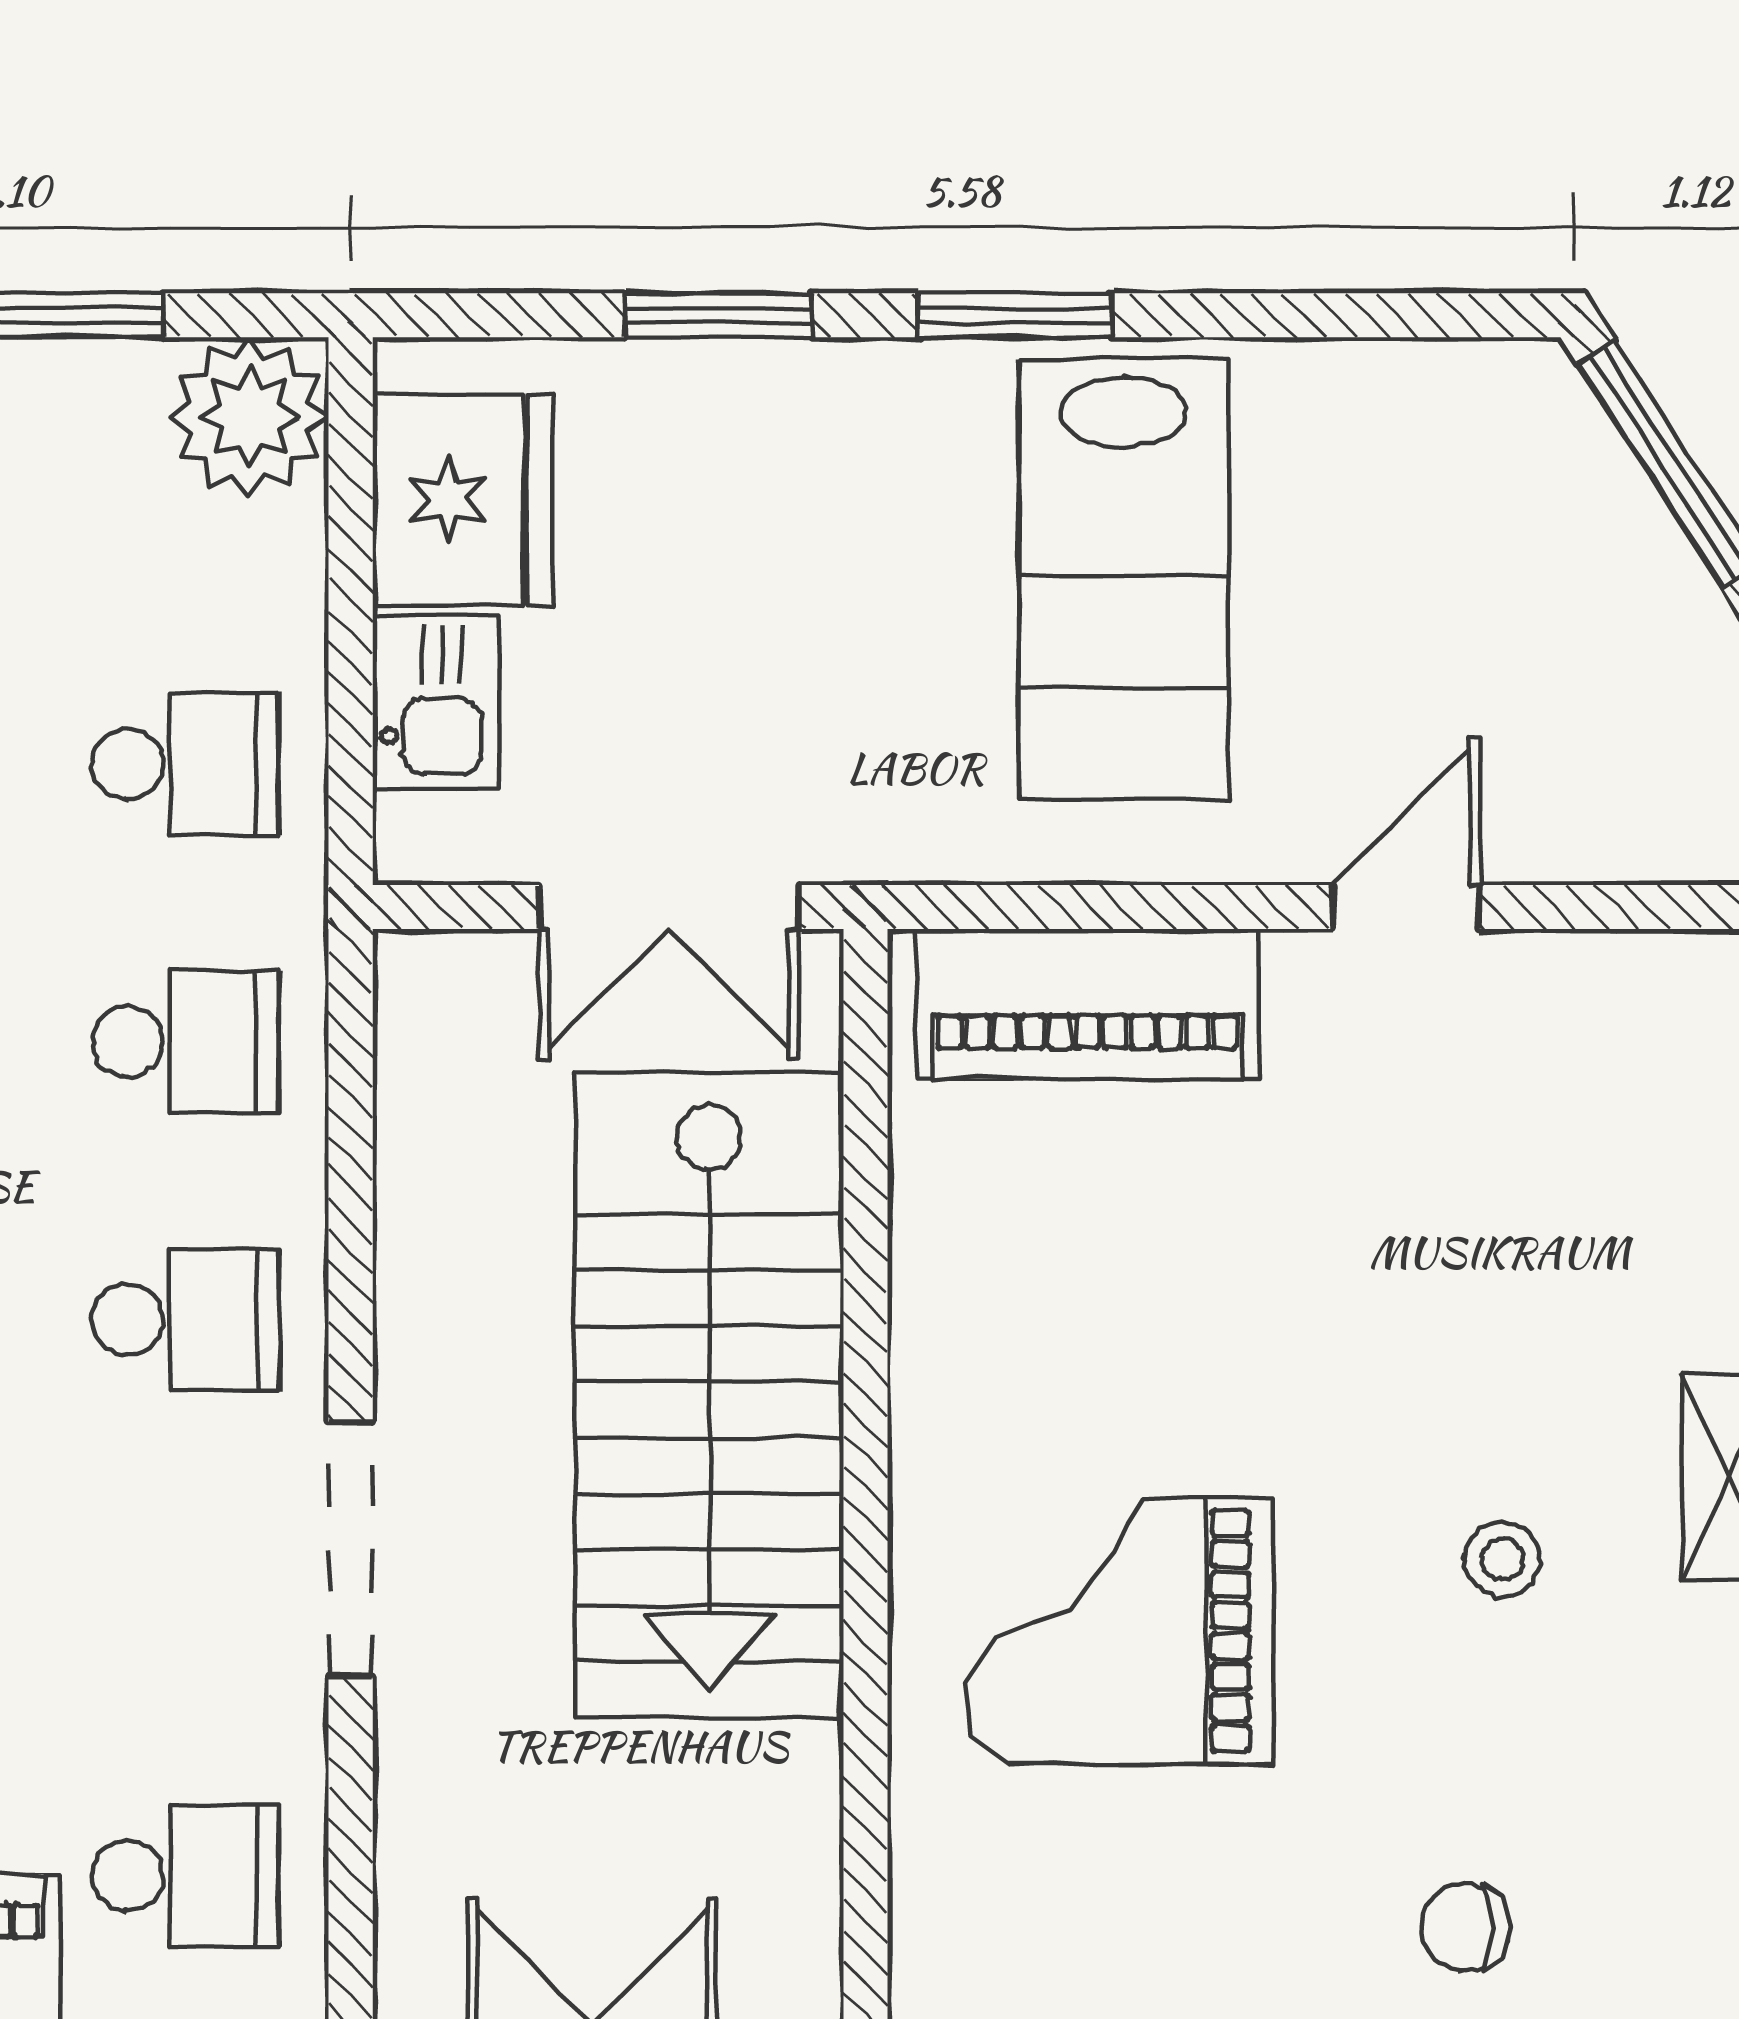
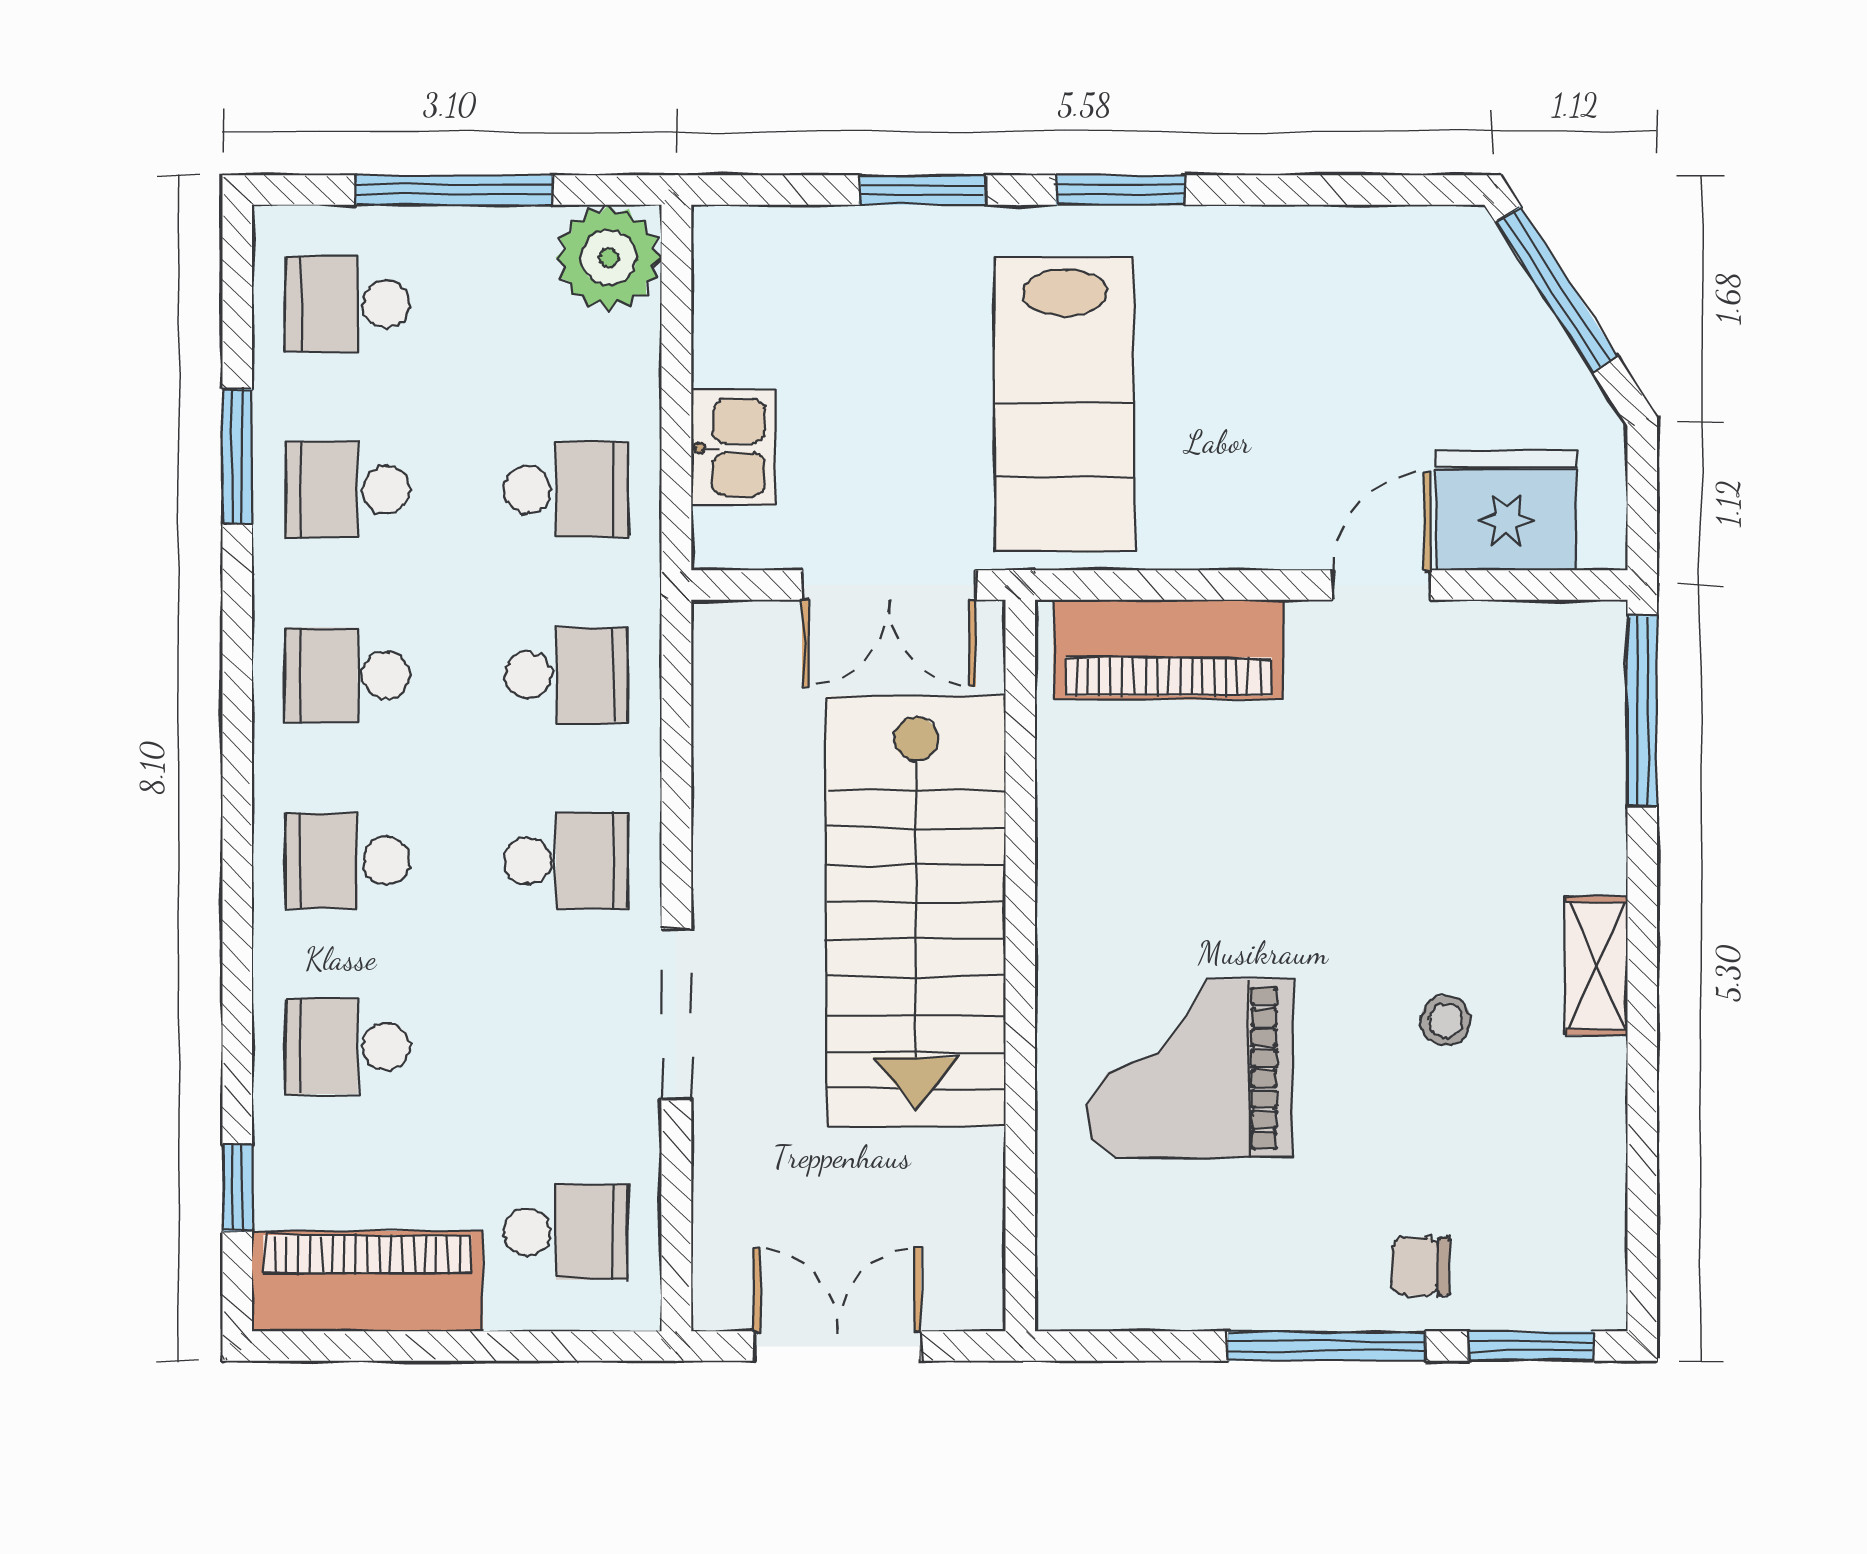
fridge: (462, 500) -> (1506, 511), moved, turned -90
lab bench: (1123, 579) -> (1065, 404), moved

